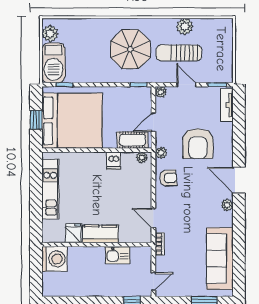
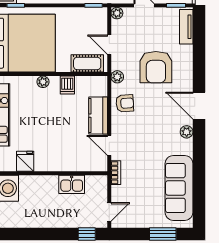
door: (153, 122) -> (109, 45), hinge flipped
plant: (142, 158) -> (43, 82), moved
kitchen counter: (100, 234) -> (98, 116), moved, turned -90

